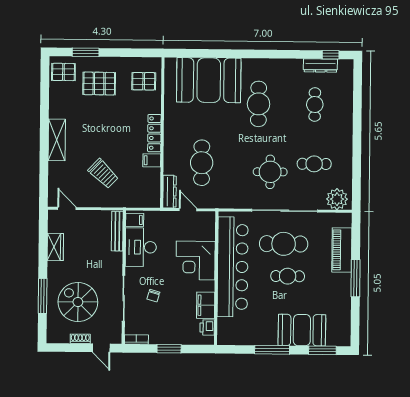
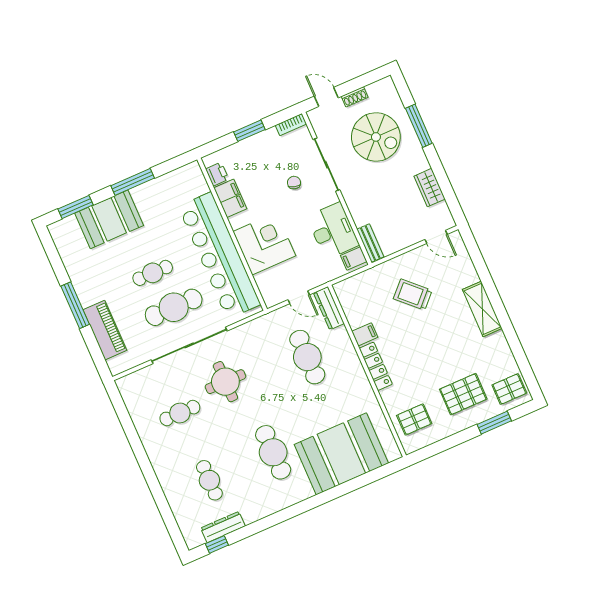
plant: (337, 199) -> (136, 385), removed
bench: (117, 231) -> (370, 243), width x0.73

